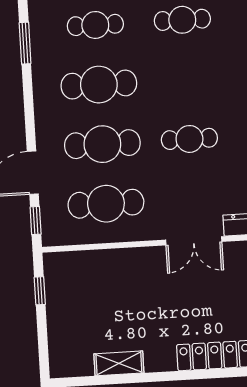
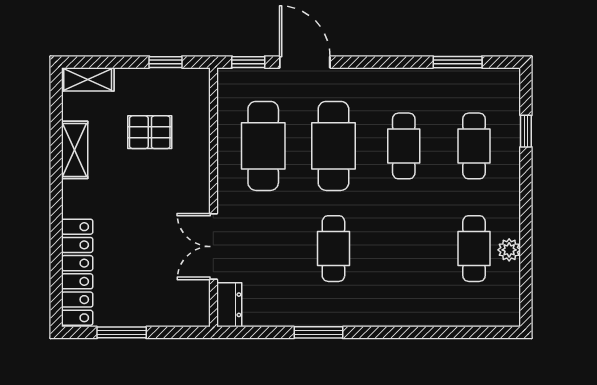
cafe table: (99, 85) -> (404, 146), width x0.73, depth x0.74
pallet: (100, 300) -> (150, 132), added
shelving: (58, 356) -> (88, 79), added

